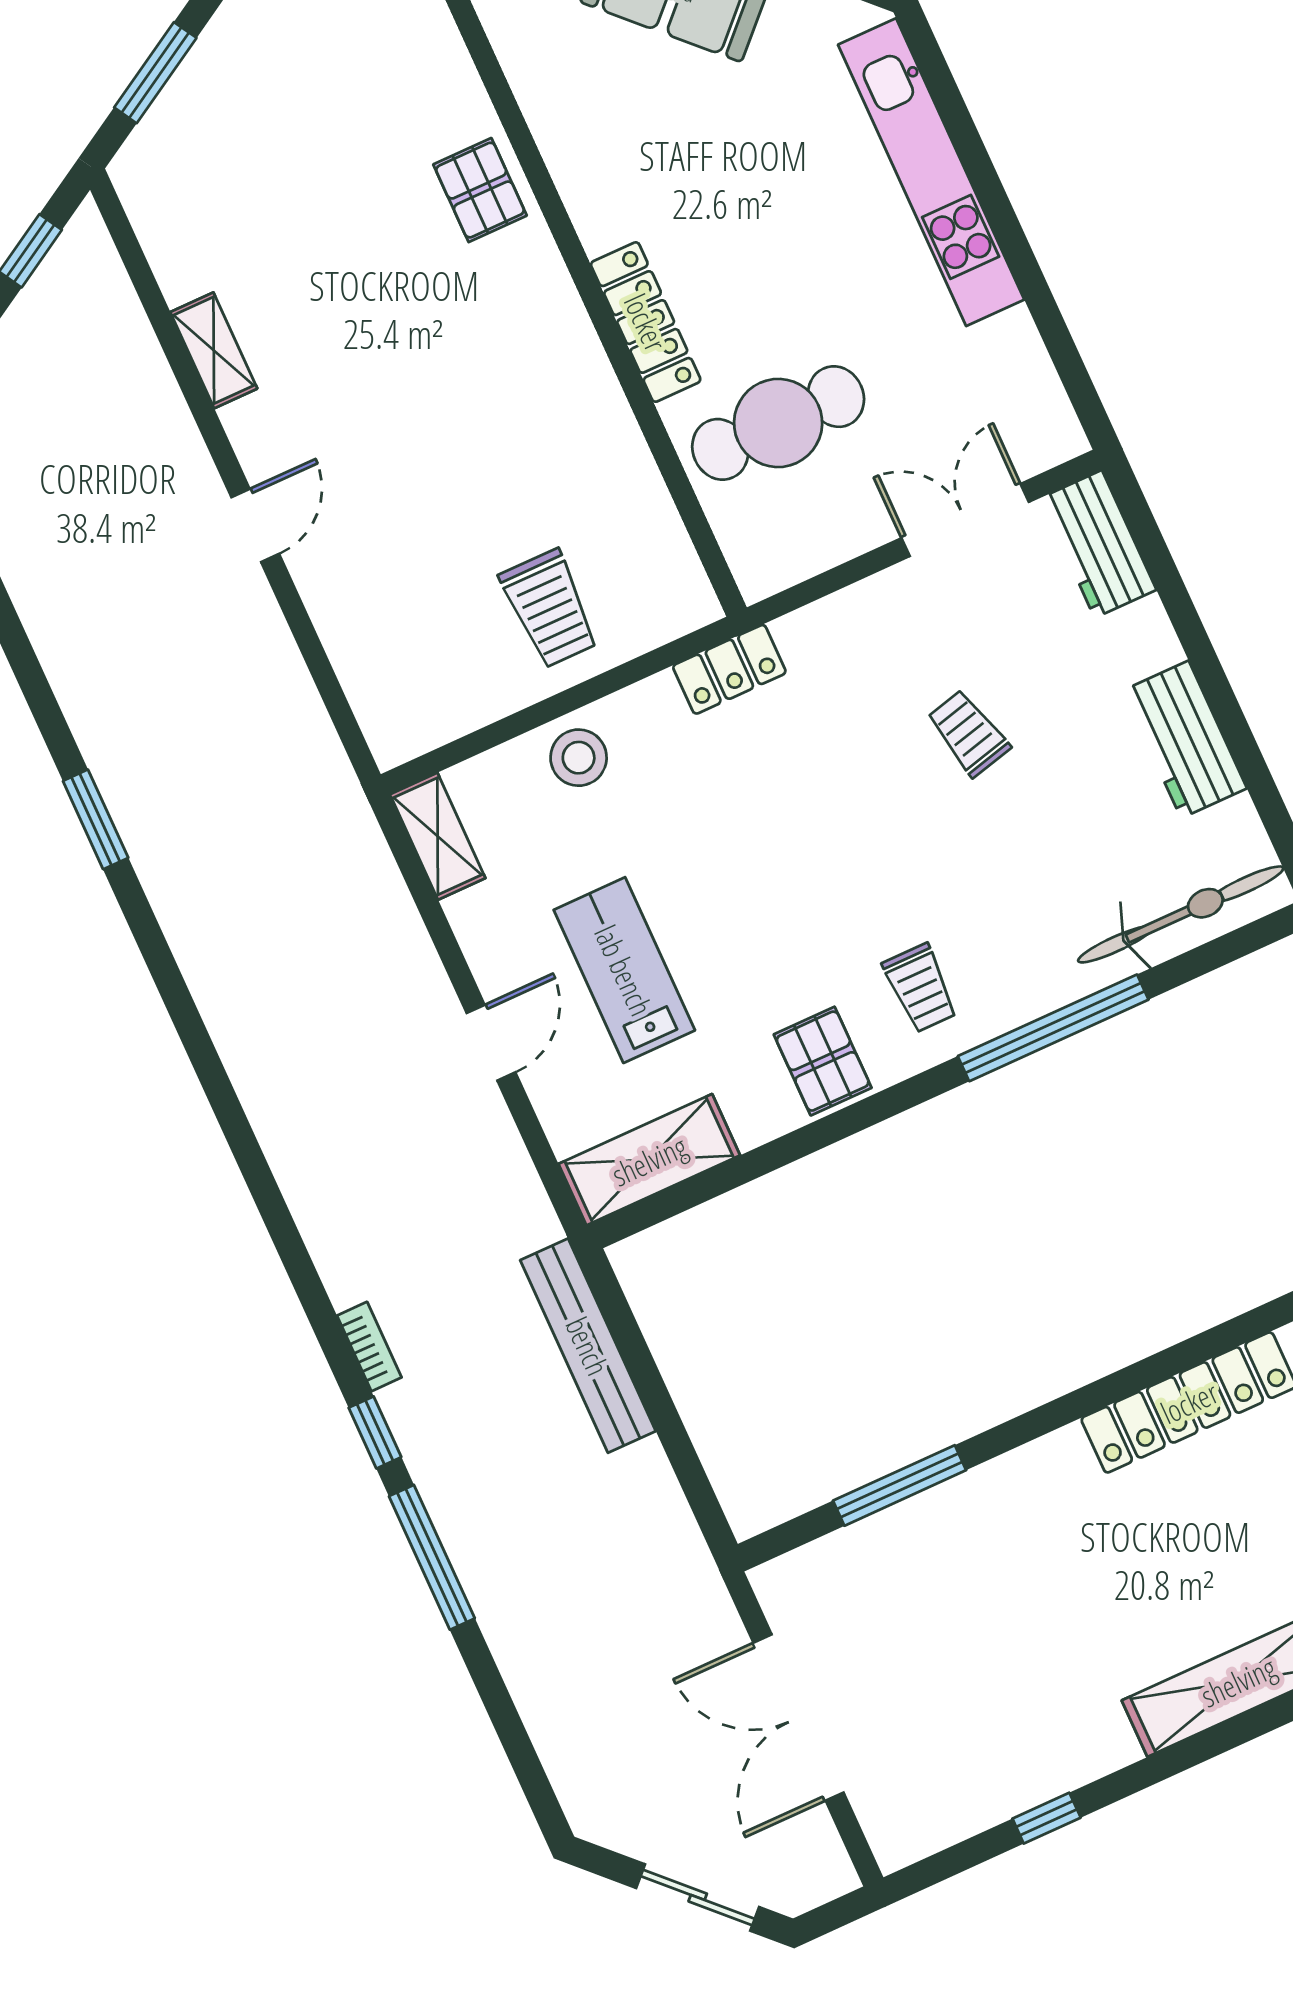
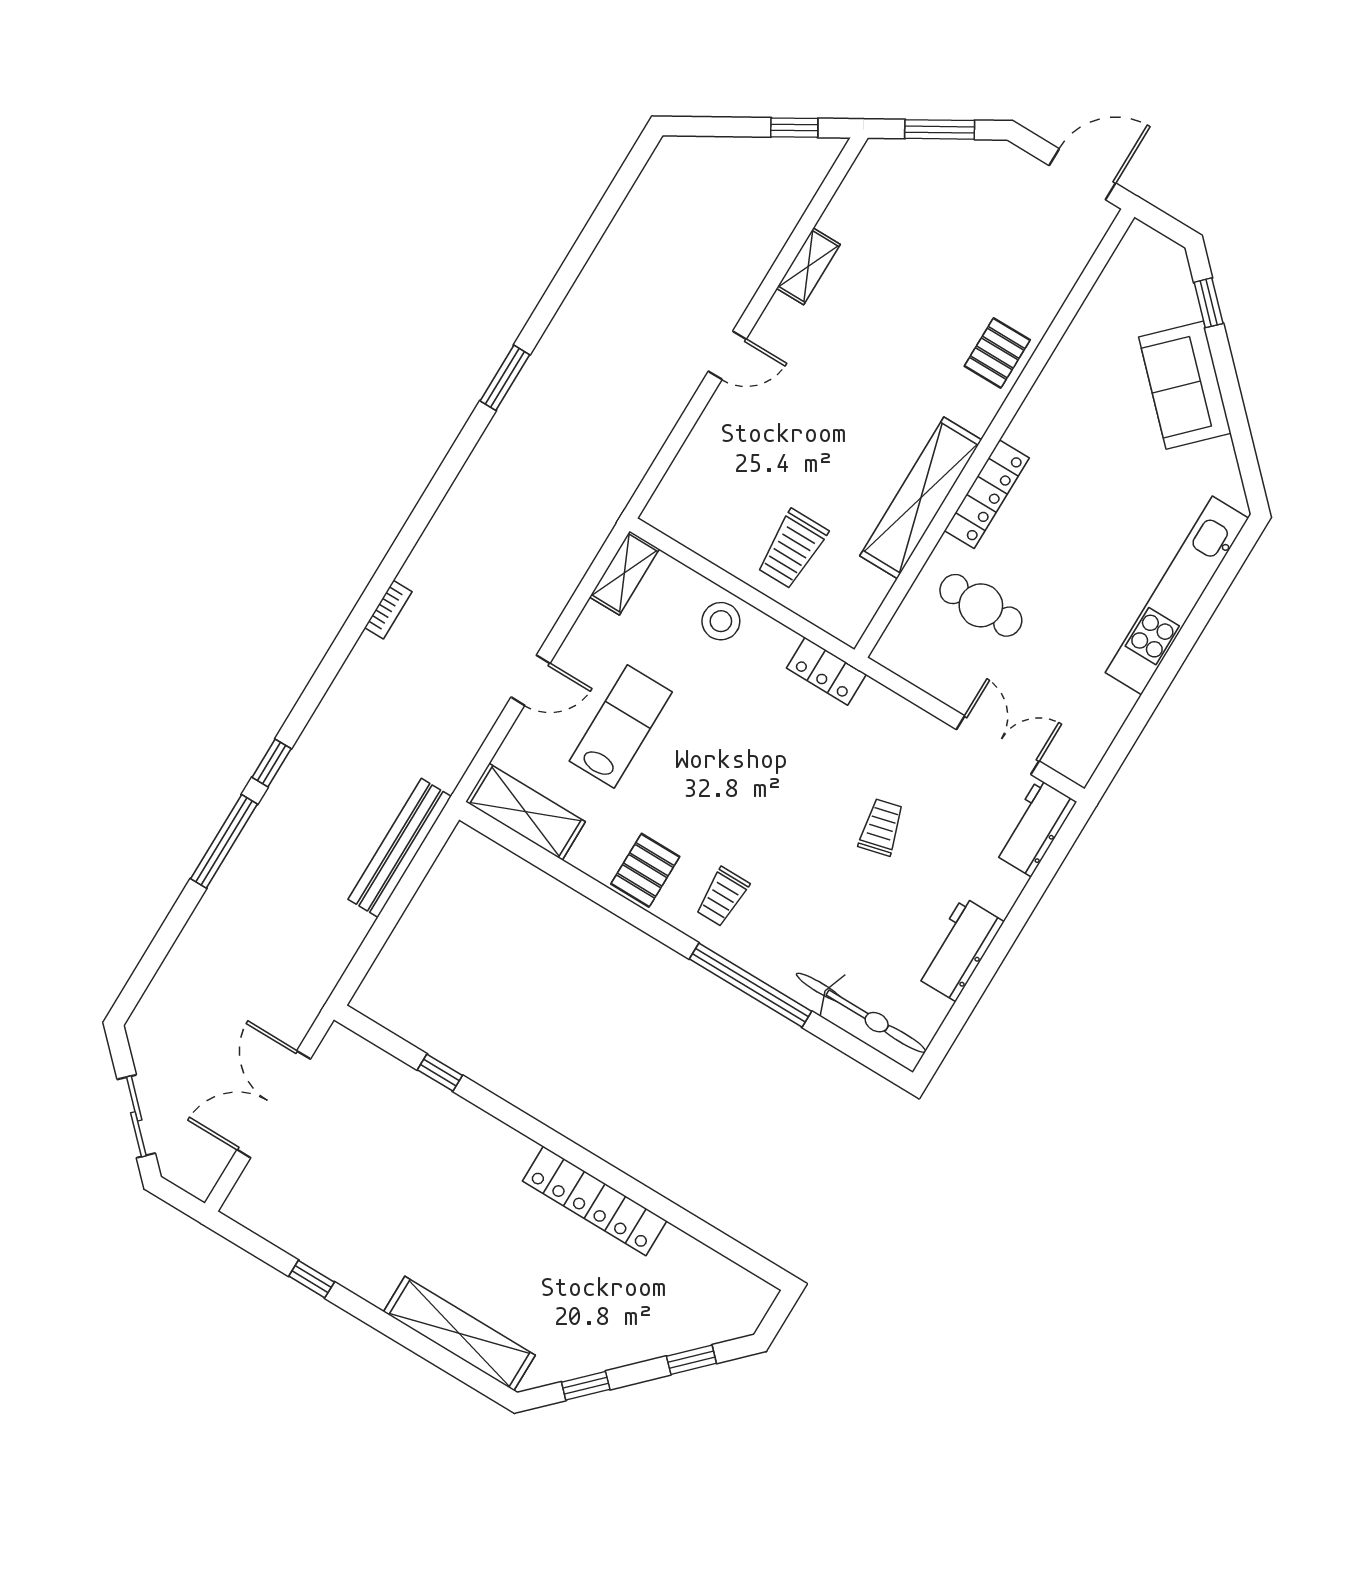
shelving: (595, 407) -> (921, 498), added
cafe table: (778, 423) -> (981, 605), width x0.73, depth x0.74
bookcase: (369, 1347) -> (388, 610), moved
window: (900, 1485) -> (440, 1073), width x0.46

